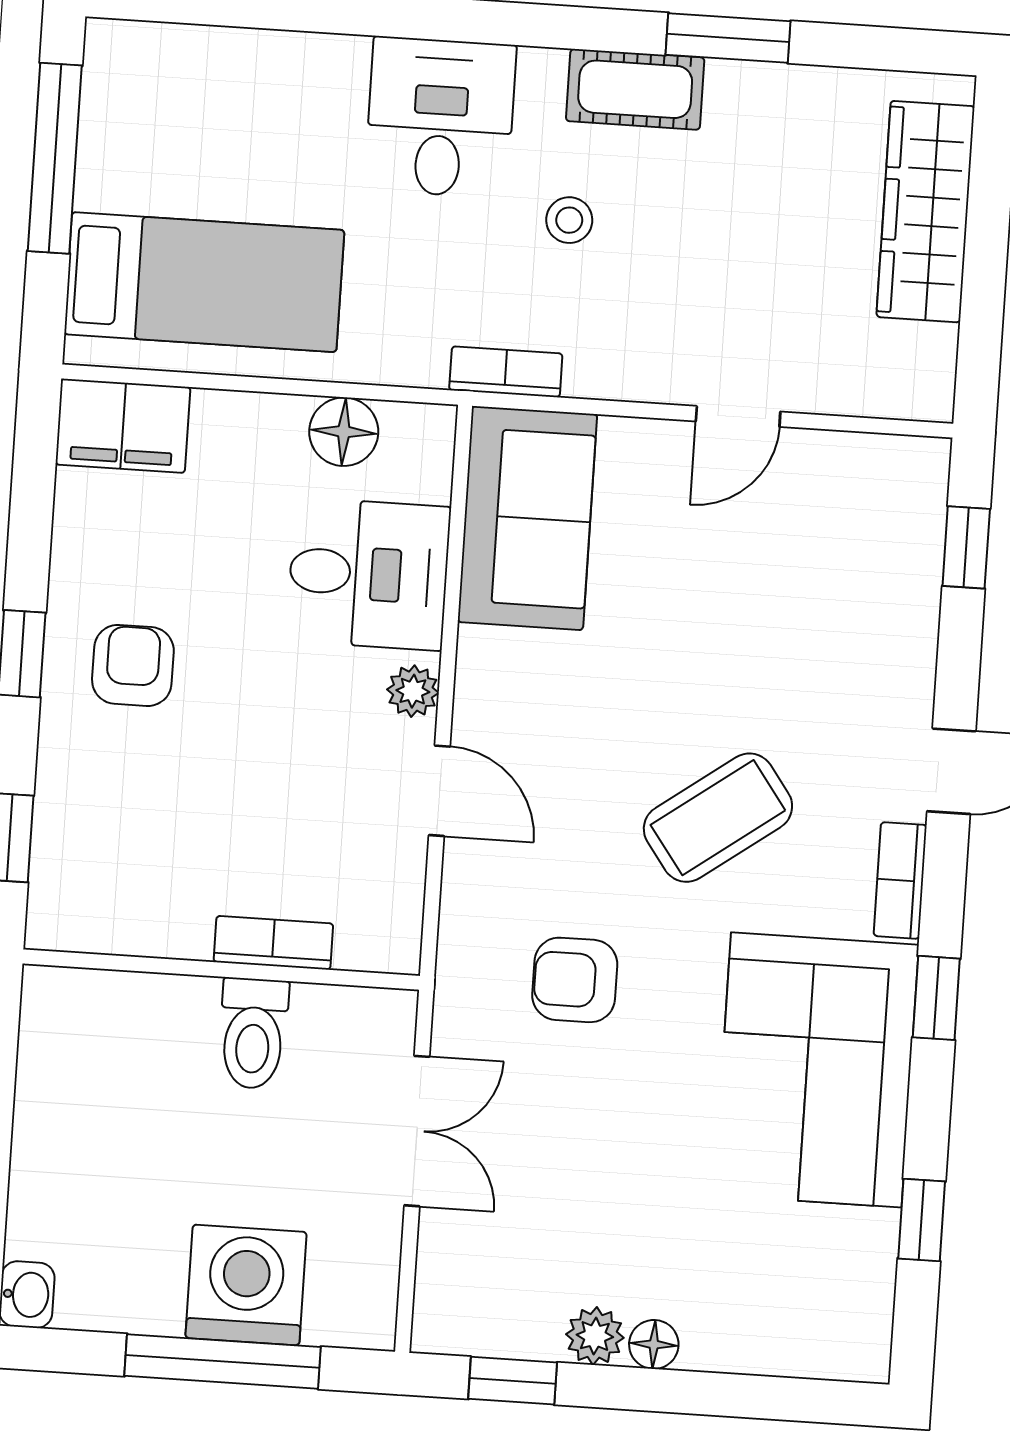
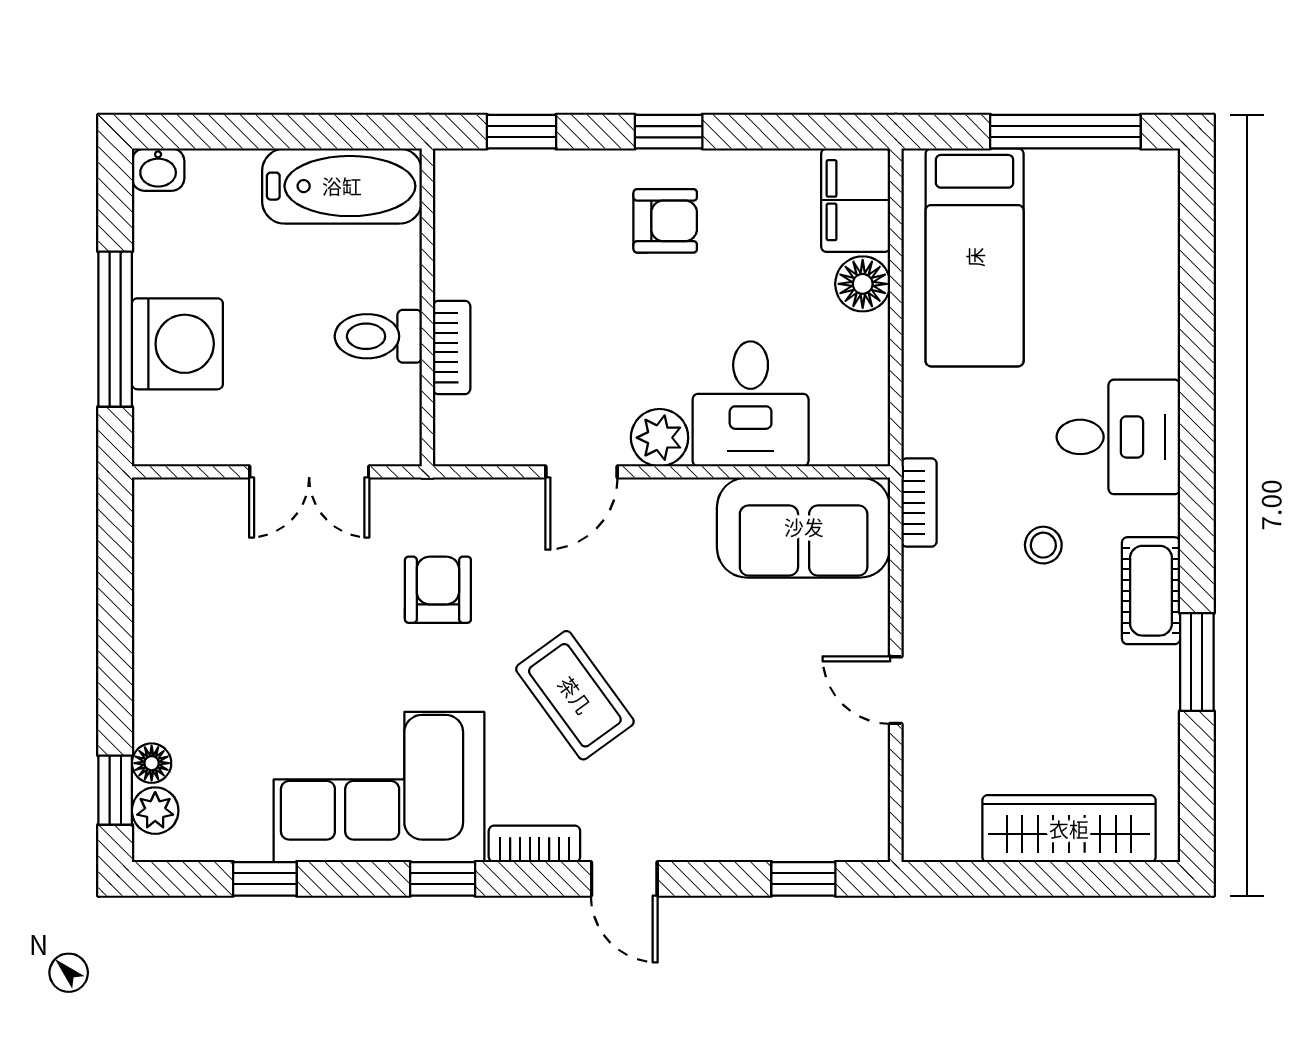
floor lamp: (344, 432) -> (863, 284), moved
plant: (413, 691) -> (660, 438), width x1.38, depth x1.38
bathtub: (63, 1066) -> (342, 186), added
plant: (595, 1336) -> (155, 811), moved
floor lamp: (654, 1344) -> (152, 763), moved
window: (513, 1381) -> (115, 790), moved

